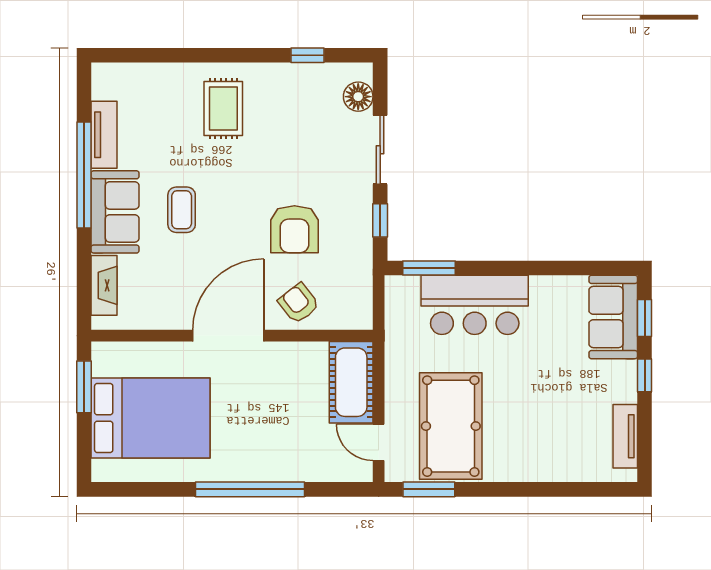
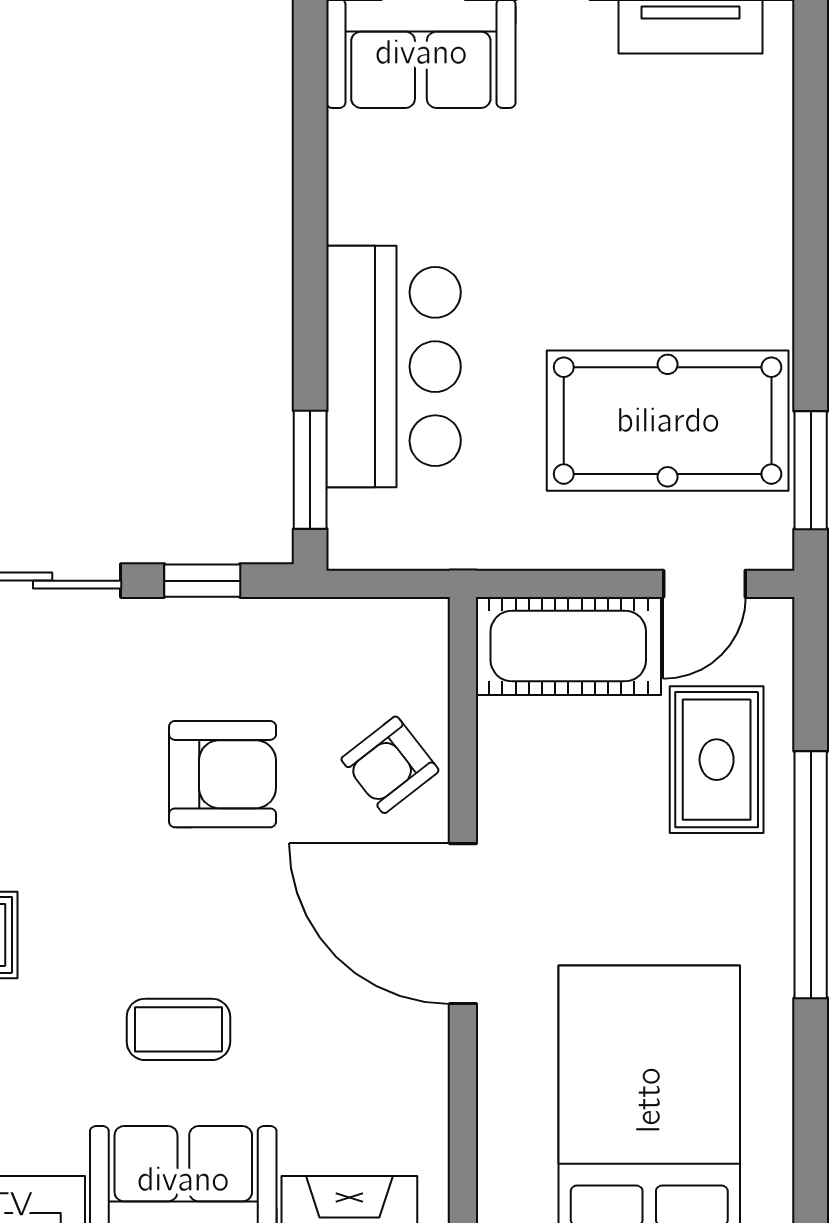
rug: (301, 448) -> (717, 760), added

